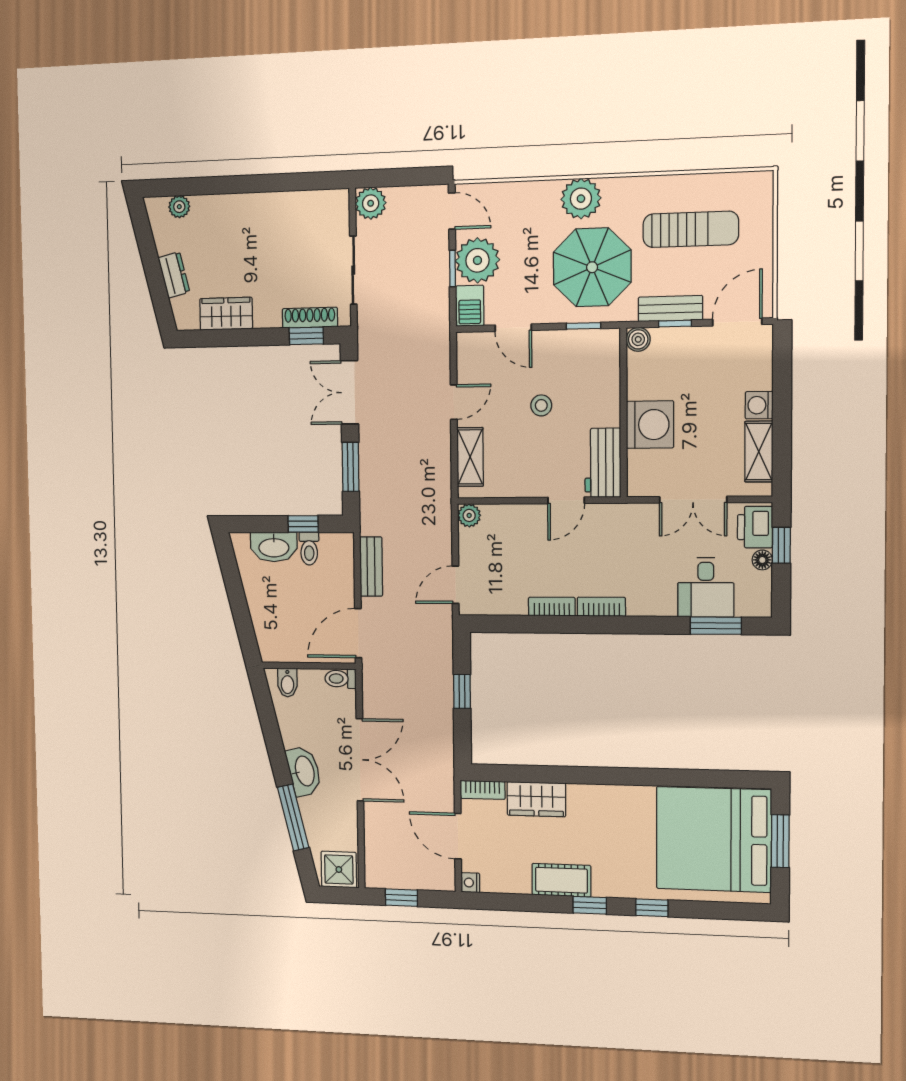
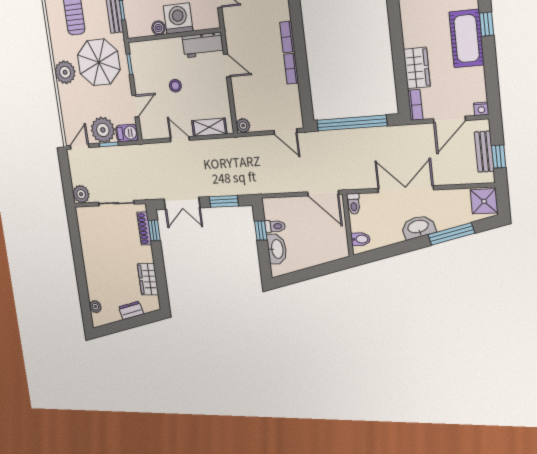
boiler: (638, 339) -> (158, 28), moved
bench: (371, 567) -> (484, 152), moved, turned 90
window: (462, 691) -> (352, 123), width x3.17
cot: (561, 880) -> (467, 38), width x1.37, depth x1.34

